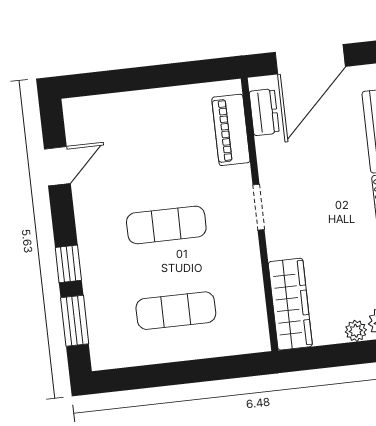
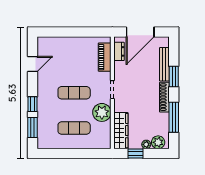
plant: (239, 265) -> (102, 112), added
window: (332, 356) -> (135, 153), added

